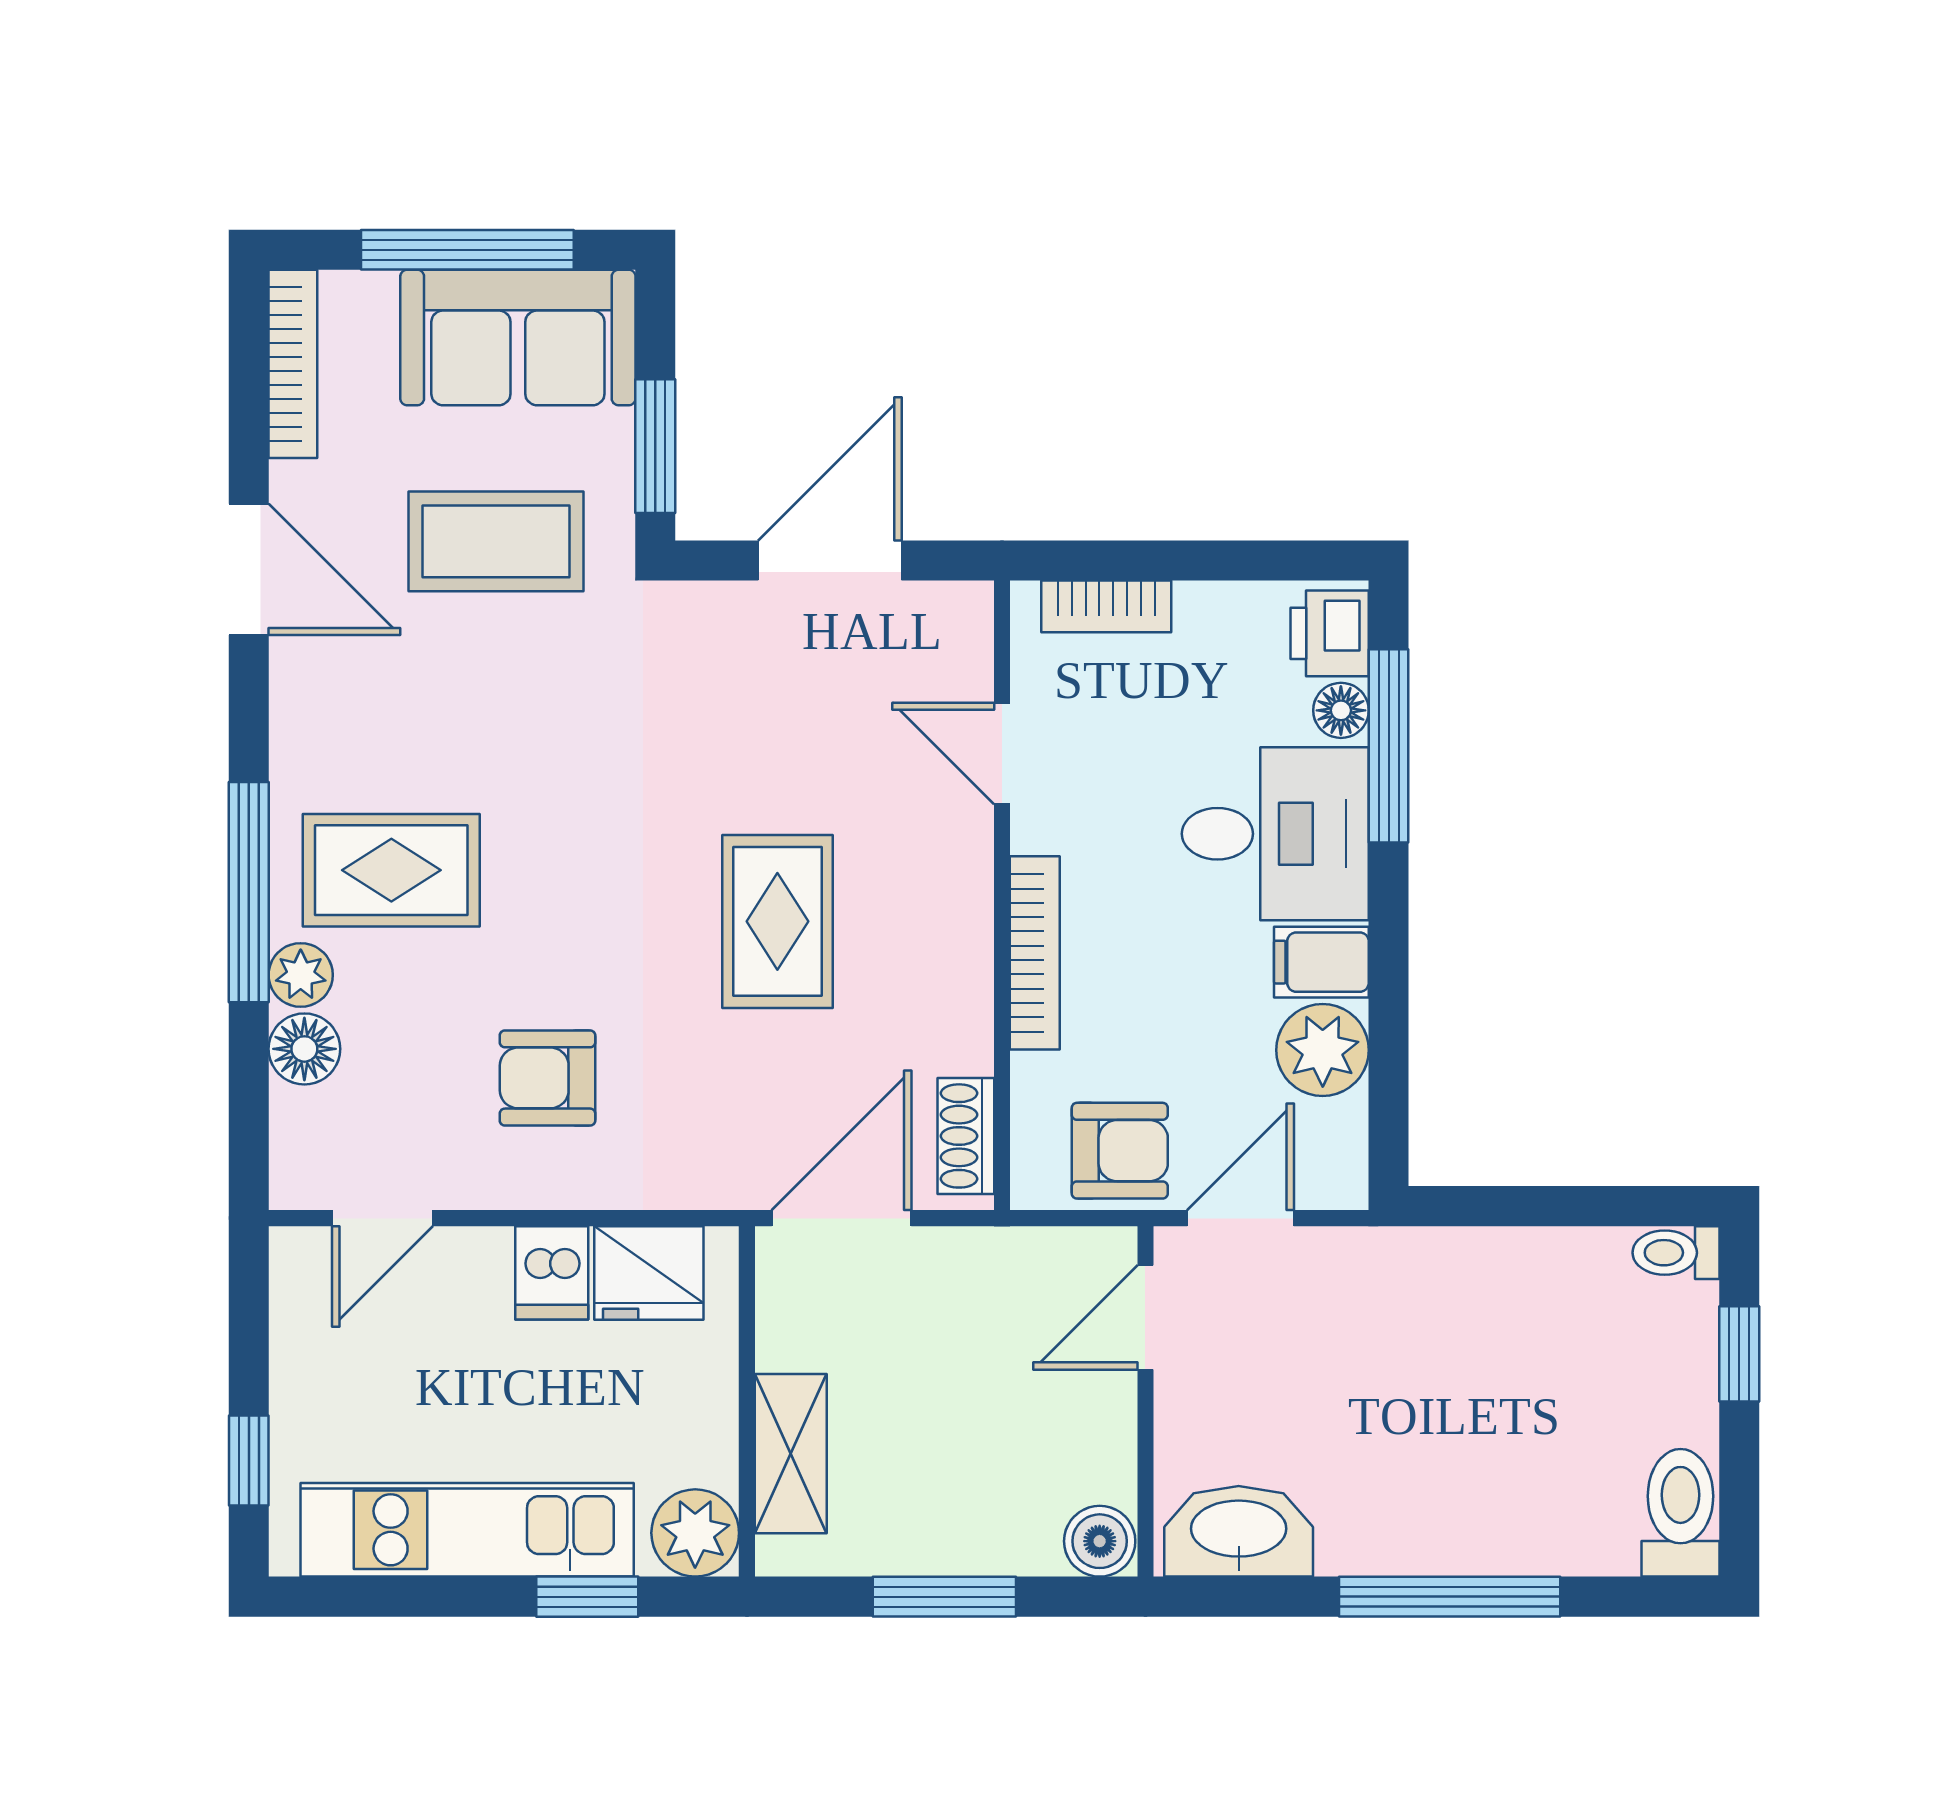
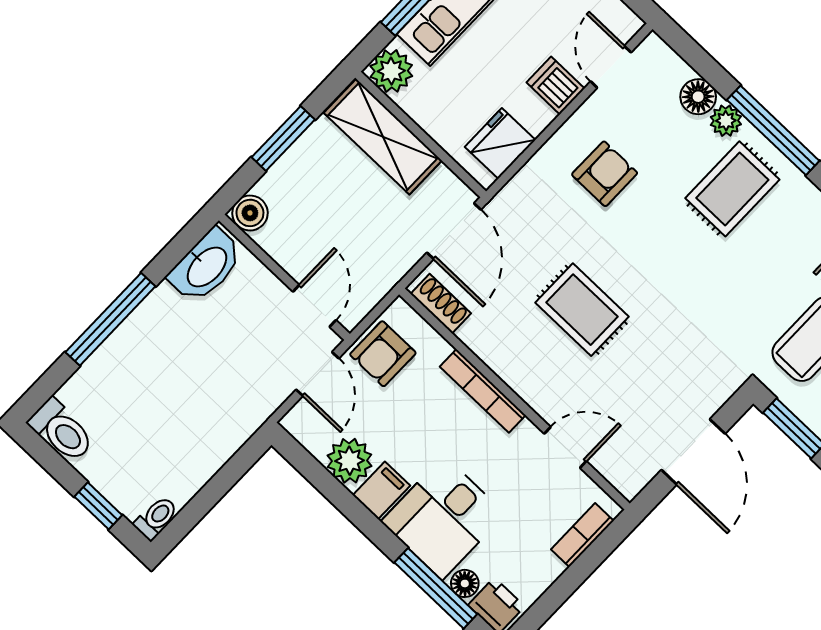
dishwasher: (552, 1273) -> (556, 85), moved
shelving: (791, 1454) -> (383, 137), width x1.50, depth x1.33

